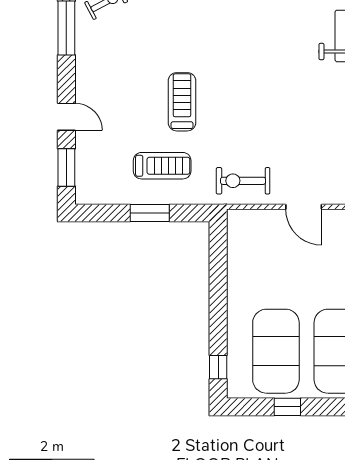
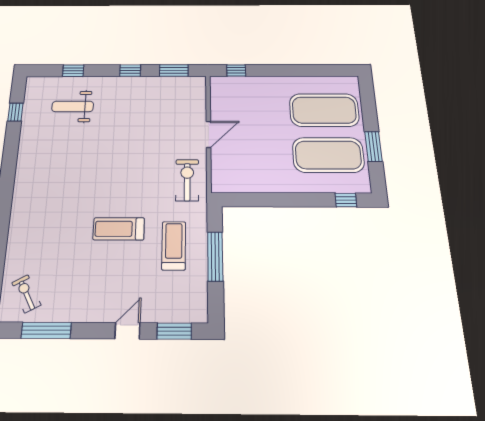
exercise bike: (243, 181) -> (187, 180), turned 180
window: (150, 213) -> (215, 256), width x1.44
window: (287, 407) -> (373, 146), width x1.50

